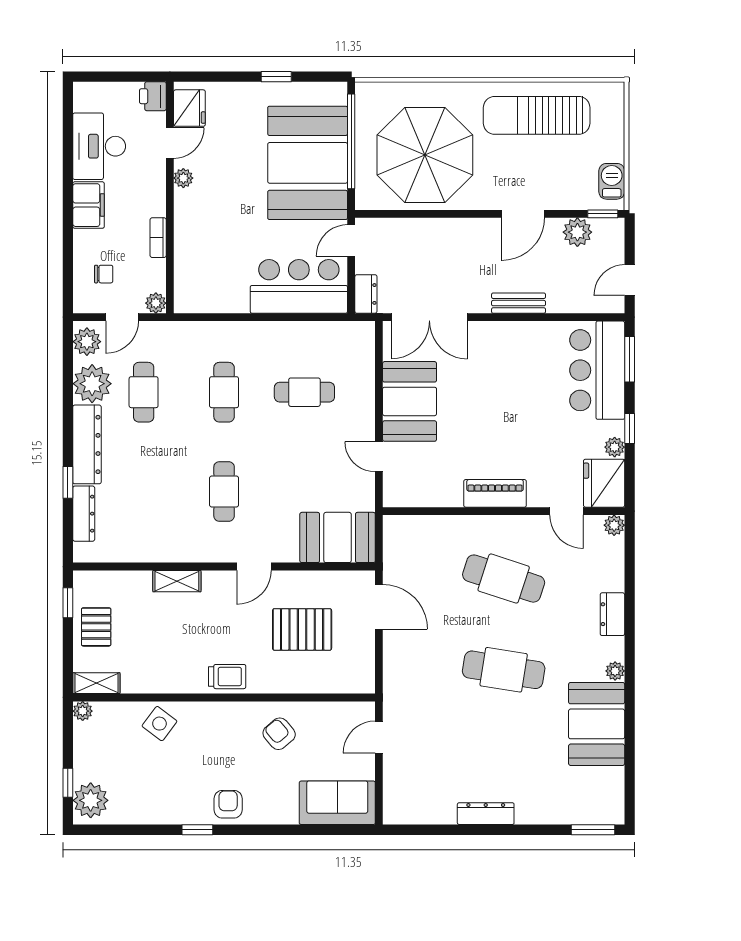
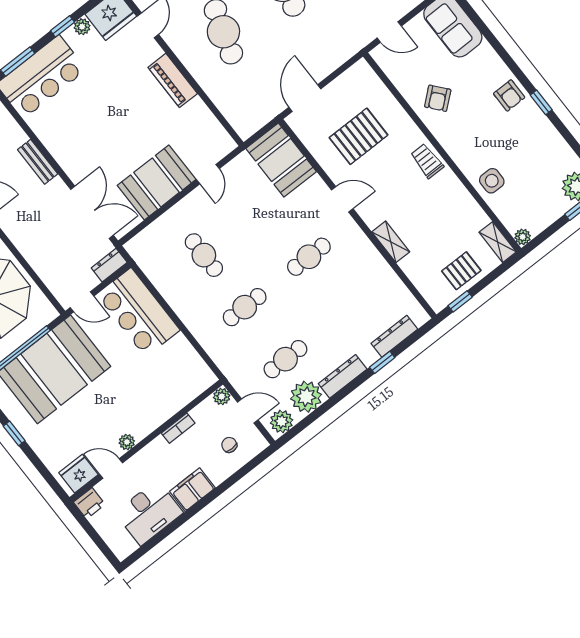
dresser: (87, 444) -> (343, 376), width x0.73, depth x0.80
pallet: (302, 629) -> (359, 136), turned 90
side table: (159, 724) -> (492, 181), turned -37
armchair: (228, 804) -> (509, 95), turned -90

